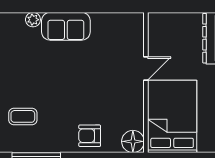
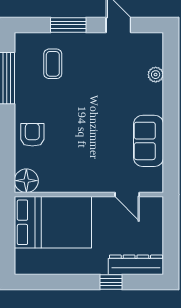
sofa: (66, 26) -> (149, 141), moved
door: (146, 69) -> (127, 194), moved

